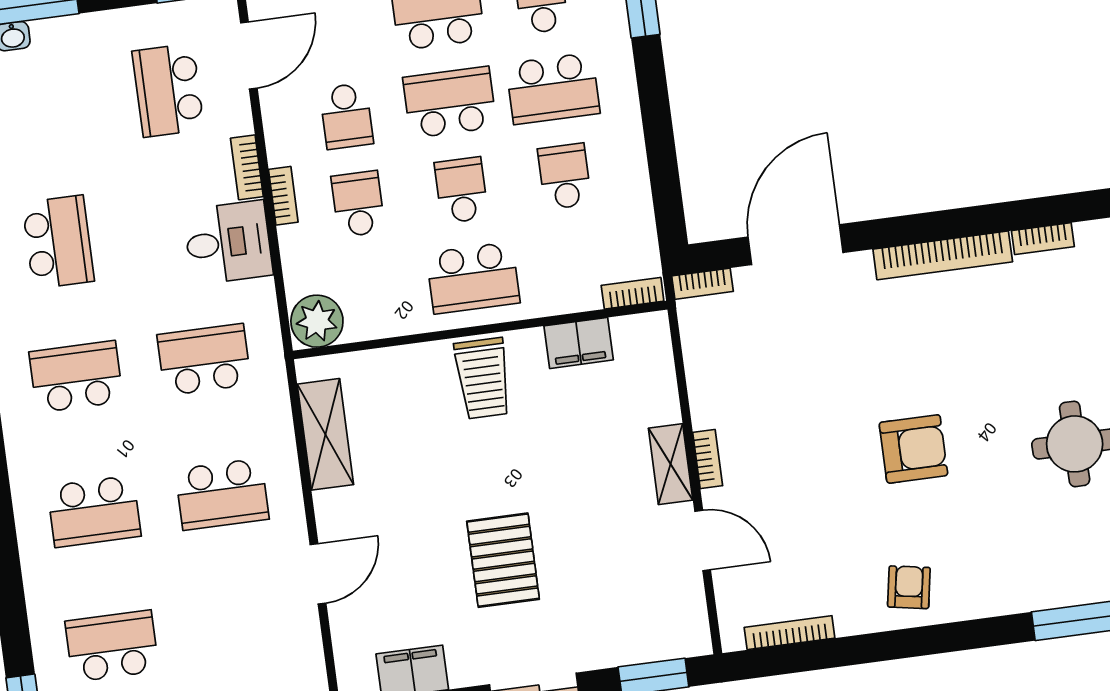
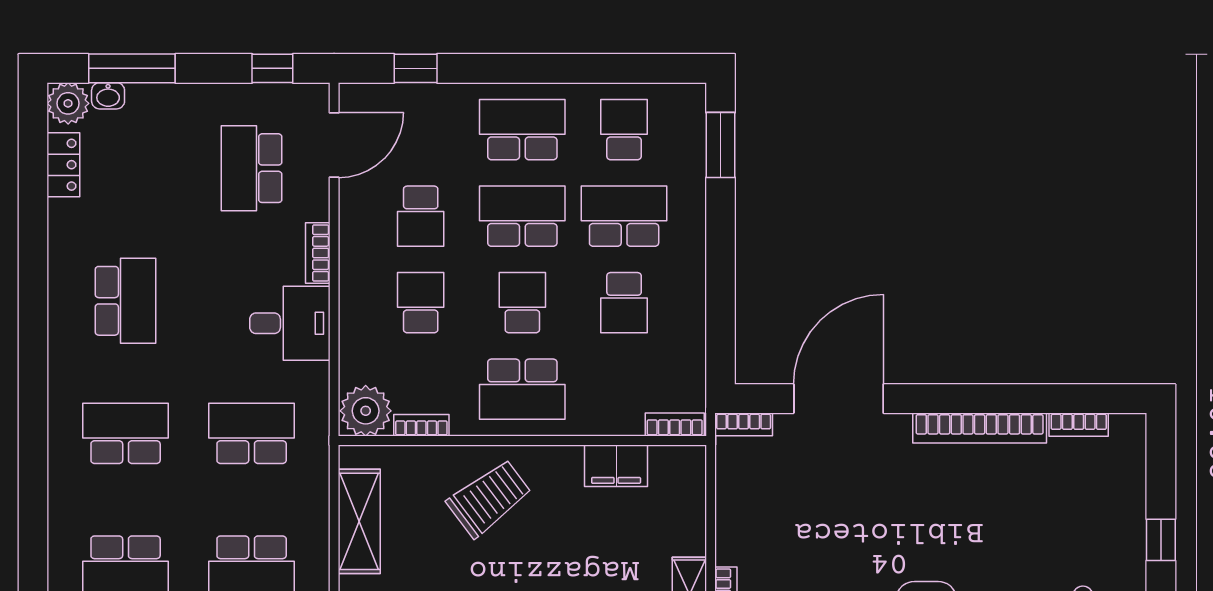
school desk: (553, 88) -> (624, 216), turned 180
school desk: (565, 176) -> (624, 303), turned 180
bookcase: (283, 196) -> (421, 425), moved, turned -90
trolley: (483, 378) -> (489, 498), moved, turned -127

